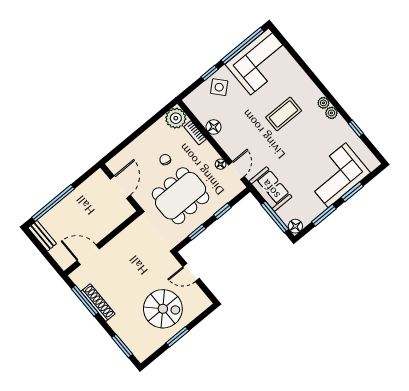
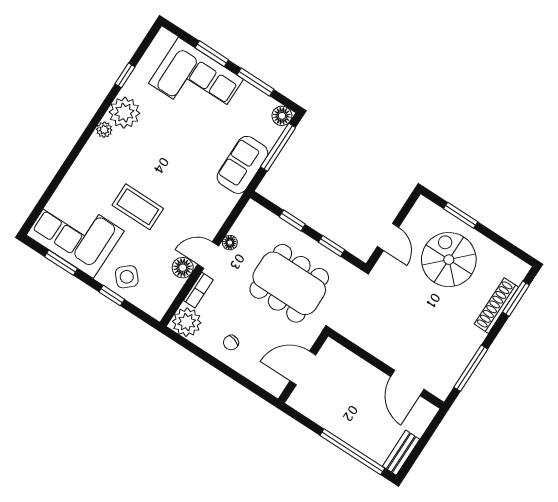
window: (243, 46) -> (61, 263), width x0.47
plant: (331, 113) -> (124, 113), width x1.87, depth x1.87
coffee table: (284, 114) -> (138, 207), moved
chair: (165, 160) -> (231, 343), moved
door: (236, 171) -> (208, 255), moved
shoe rack: (98, 303) -> (496, 306), moved
window: (177, 337) -> (461, 215), moved

